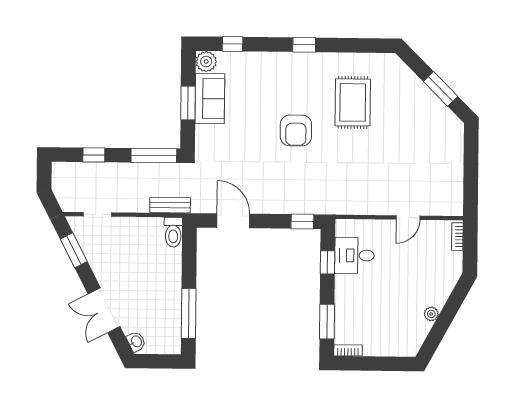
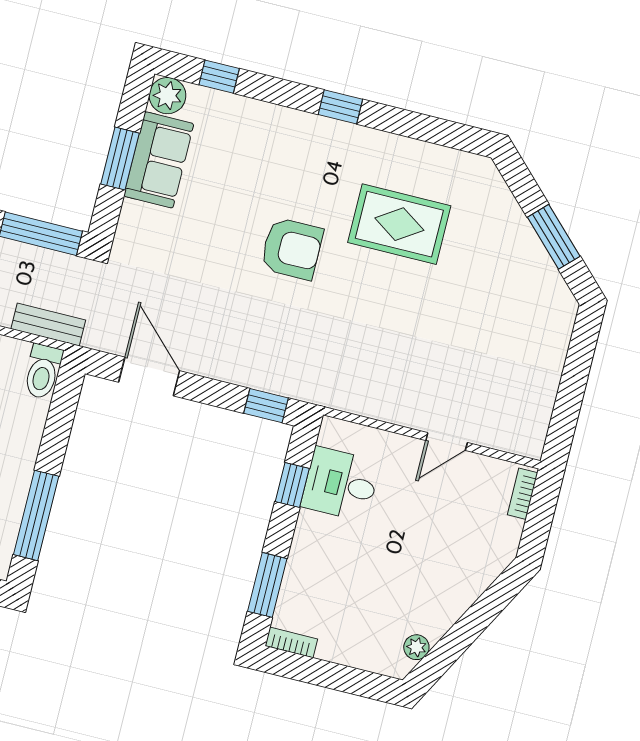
rug: (353, 102) -> (399, 224), turned 90
armchair: (296, 130) -> (292, 249), turned -90
plant: (431, 314) -> (416, 647), moved

